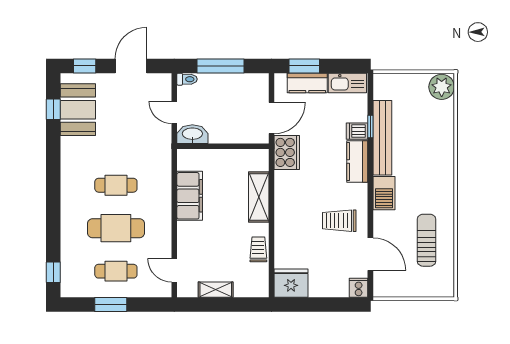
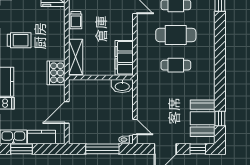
window: (304, 66) -> (22, 149), moved
door: (174, 112) -> (135, 127), moved
washbasin: (192, 134) -> (122, 86), moved
wall: (223, 146) -> (101, 78), moved
cooker: (287, 152) -> (56, 73), moved

